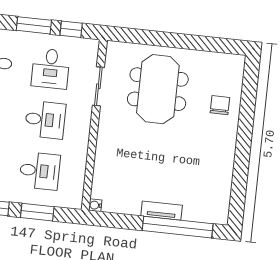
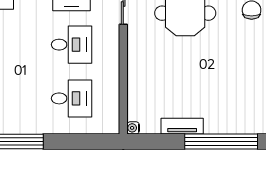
tv unit: (162, 211) -> (182, 126), moved
window: (37, 212) -> (74, 142), removed

